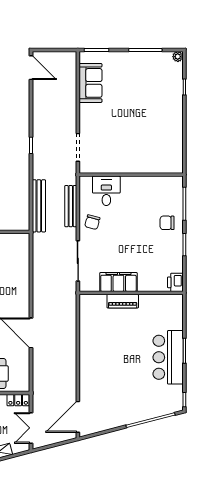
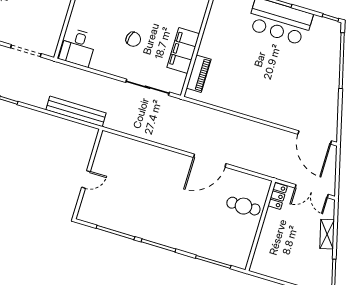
desk: (106, 191) -> (78, 47), moved, turned -90
bench: (71, 206) -> (86, 77), removed
chair: (92, 222) -> (133, 39), moved
piano: (123, 301) -> (199, 74), moved

